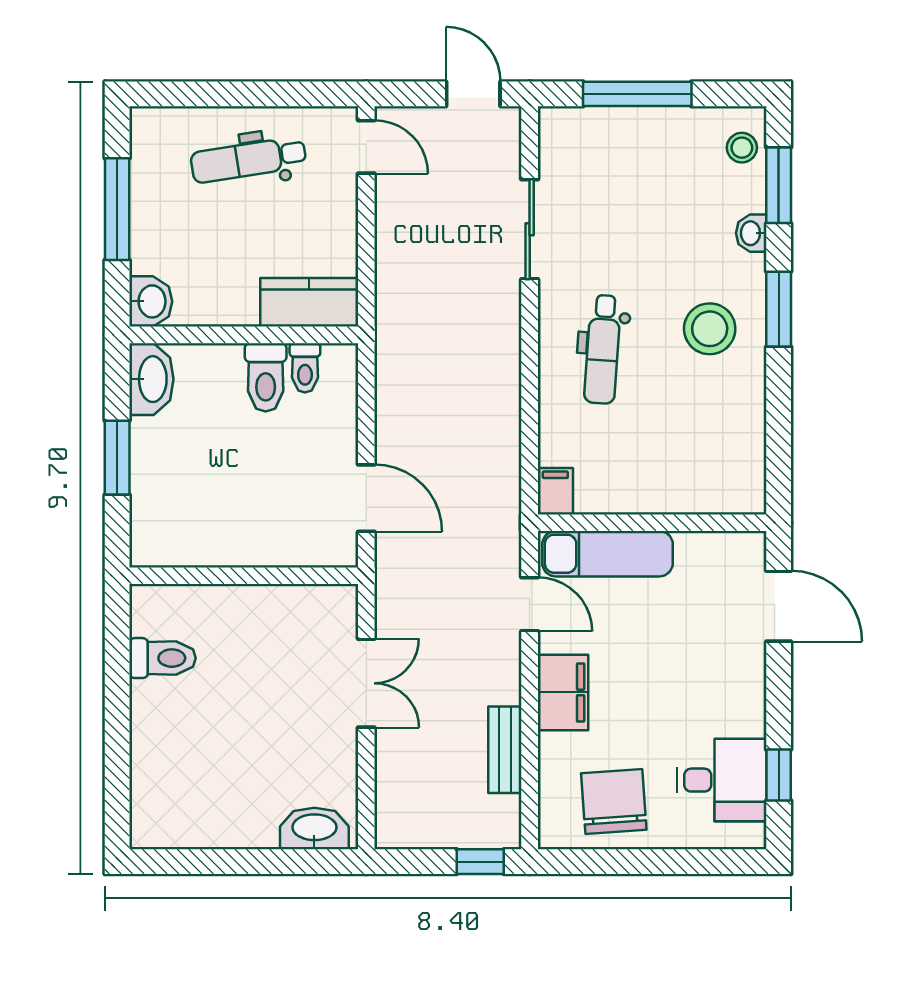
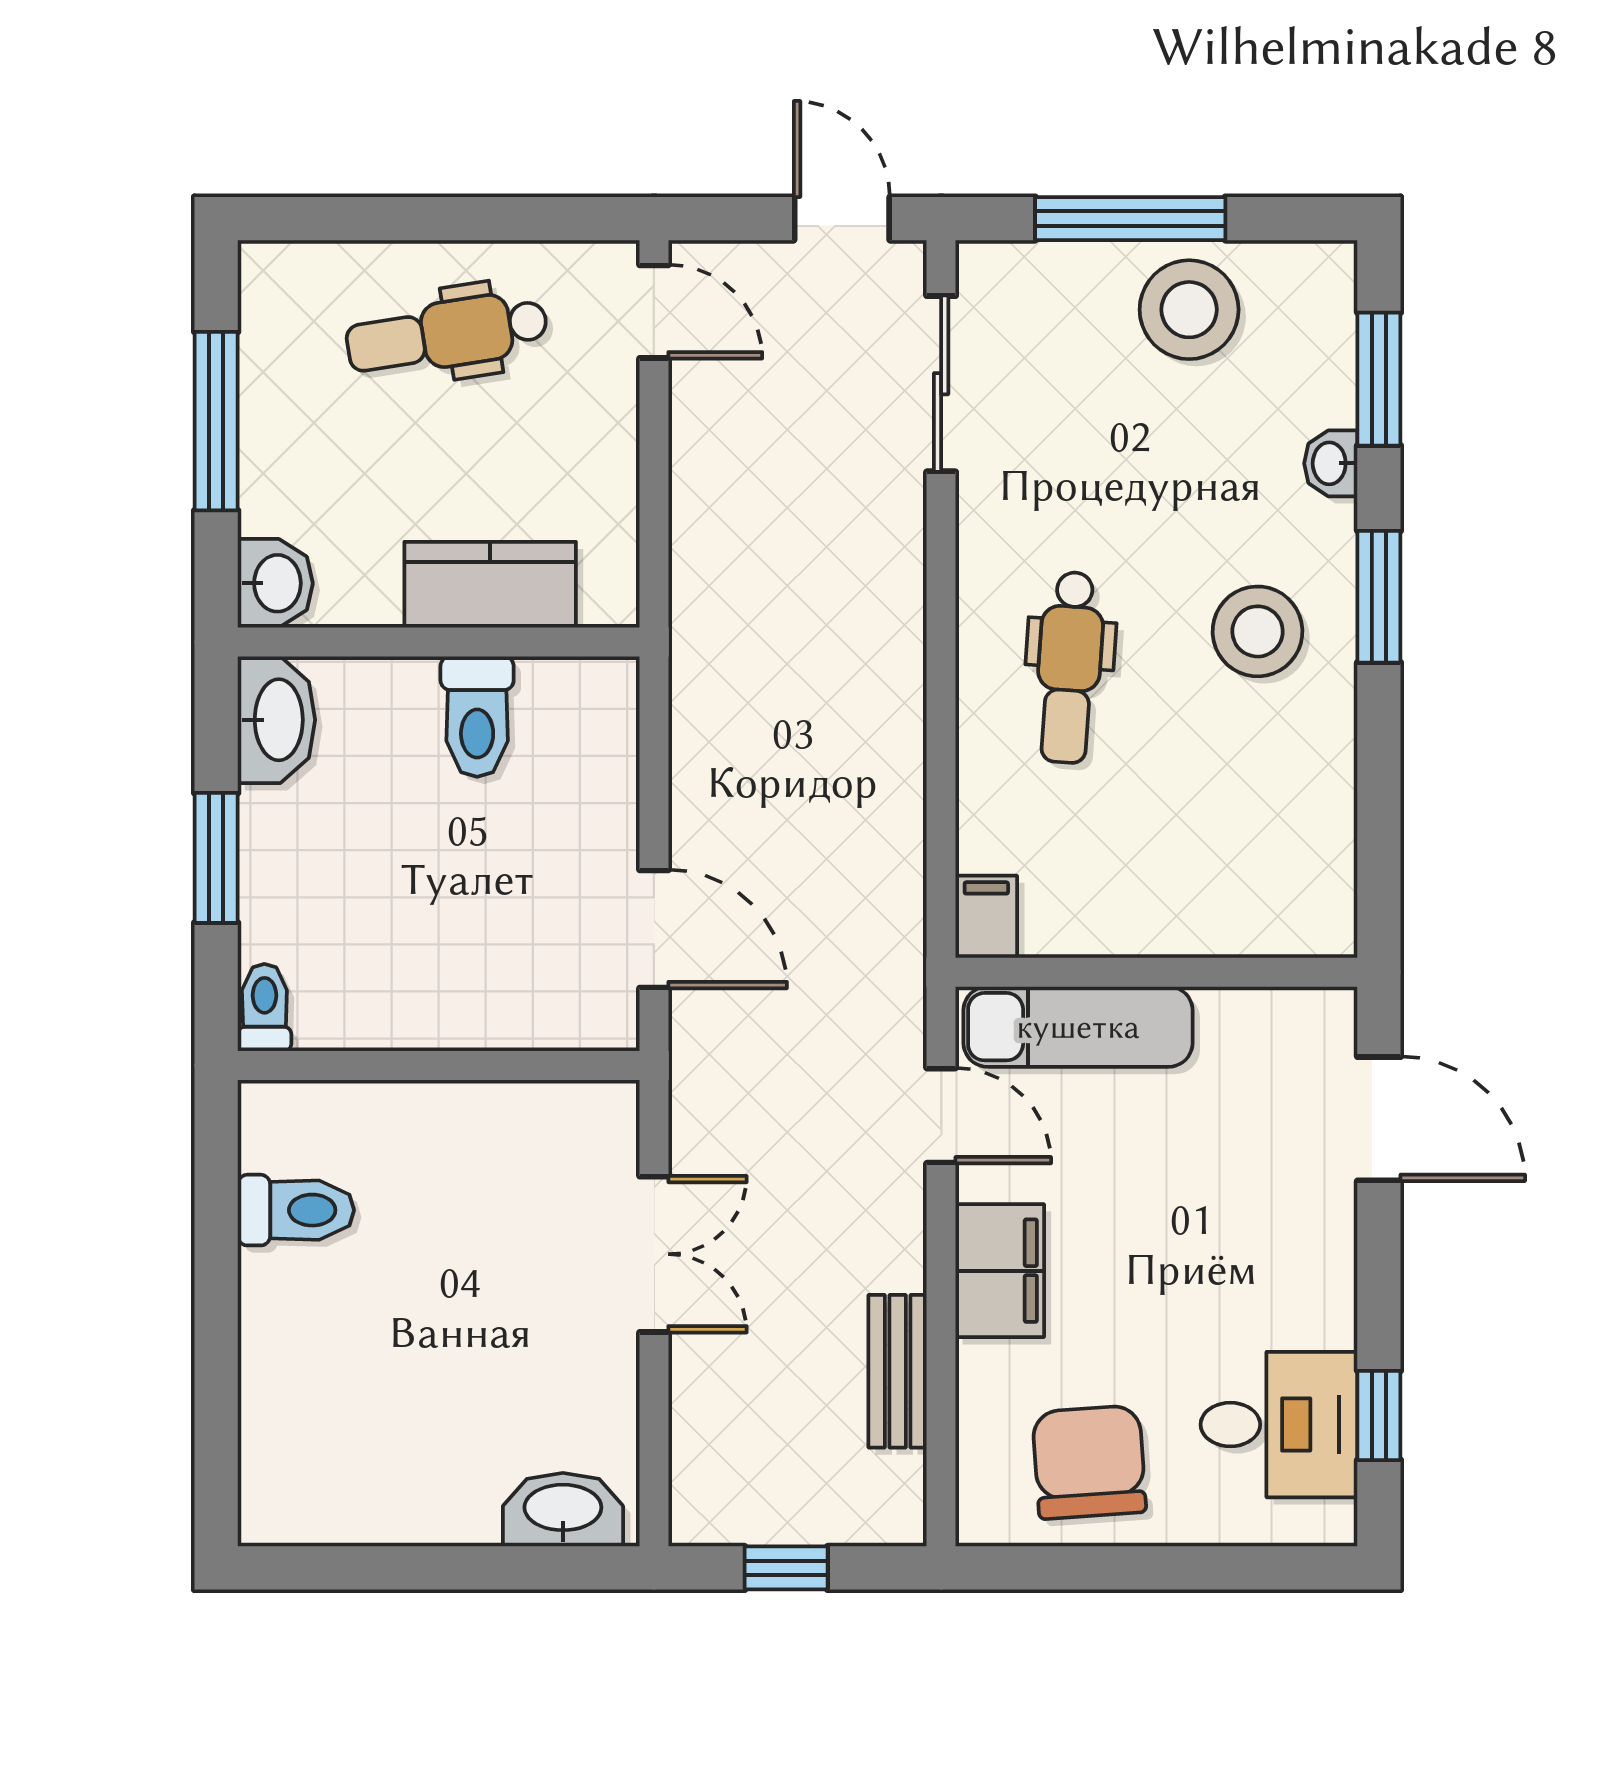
stool: (742, 148) -> (1189, 310), moved, width x1.89, depth x1.89
sliding door: (530, 229) -> (941, 384), moved
kitchen counter: (309, 302) -> (490, 585), moved
toilet: (305, 368) -> (264, 1008), moved, turned 180
window: (480, 862) -> (786, 1568), moved

